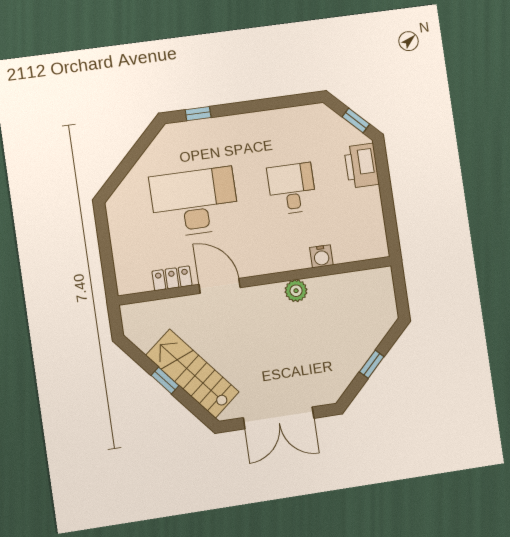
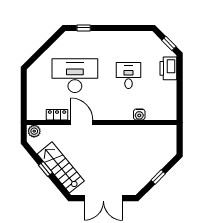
plant: (296, 291) -> (34, 131), moved

